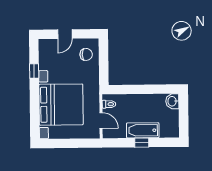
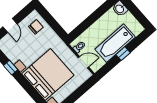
bathtub: (143, 130) -> (115, 43), width x1.36, depth x1.36

